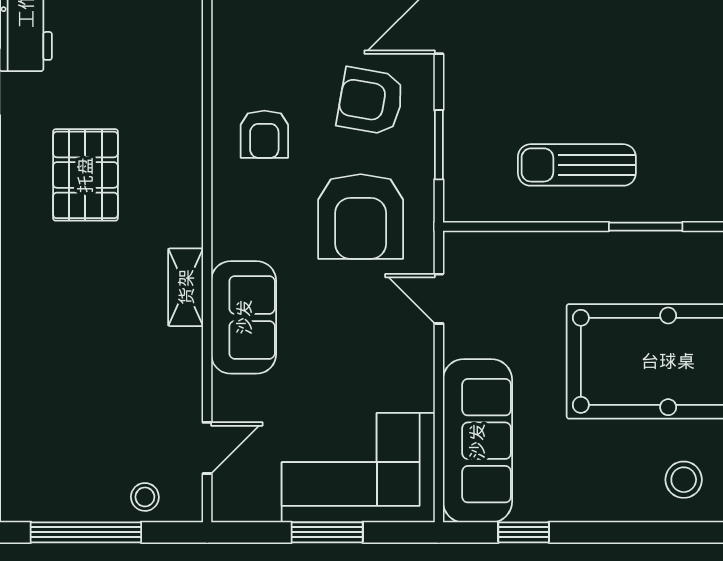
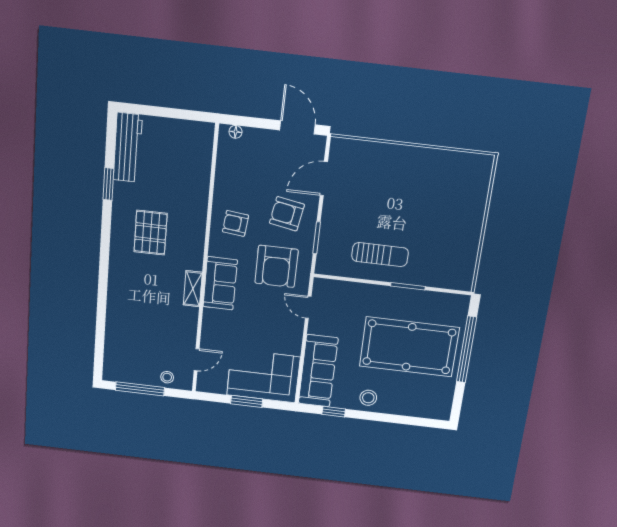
armchair: (264, 134) -> (235, 223), turned 96
sun lounger: (577, 165) -> (380, 255), turned 180
sofa: (244, 317) -> (220, 283), moved
stool: (684, 480) -> (368, 398), moved

